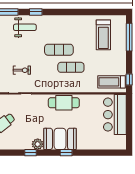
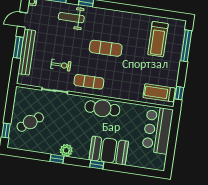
weight bench: (25, 27) -> (71, 18), turned 180
exercise mat: (71, 67) -> (89, 82), moved
booth: (60, 139) -> (109, 151), moved

